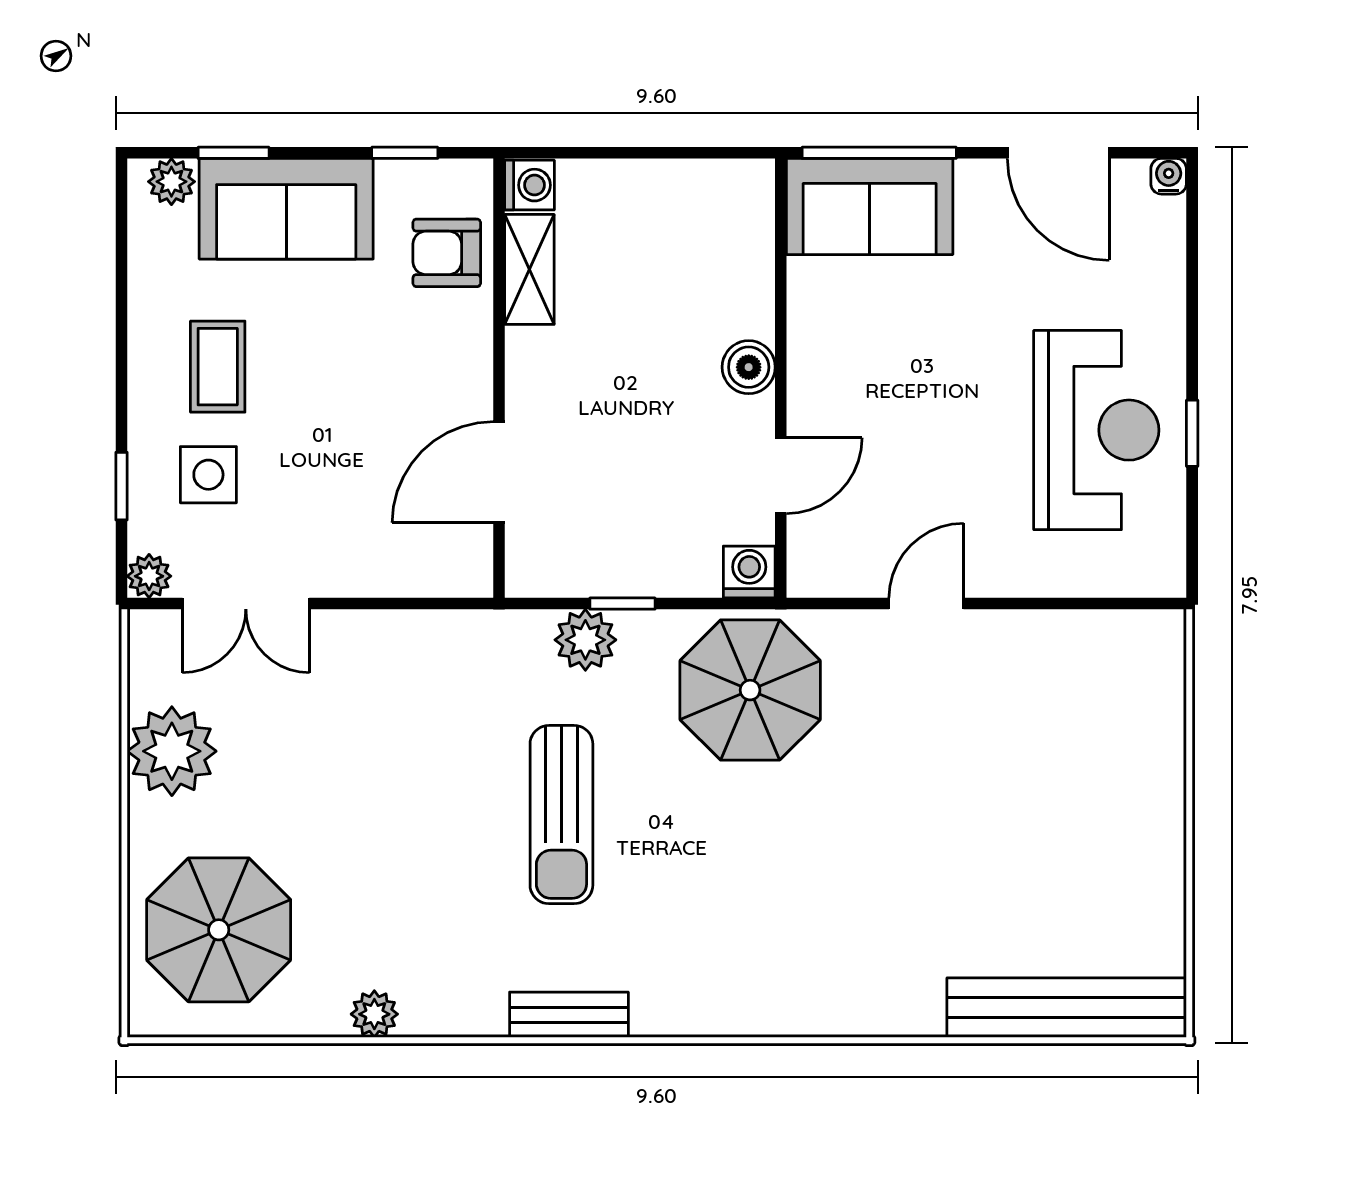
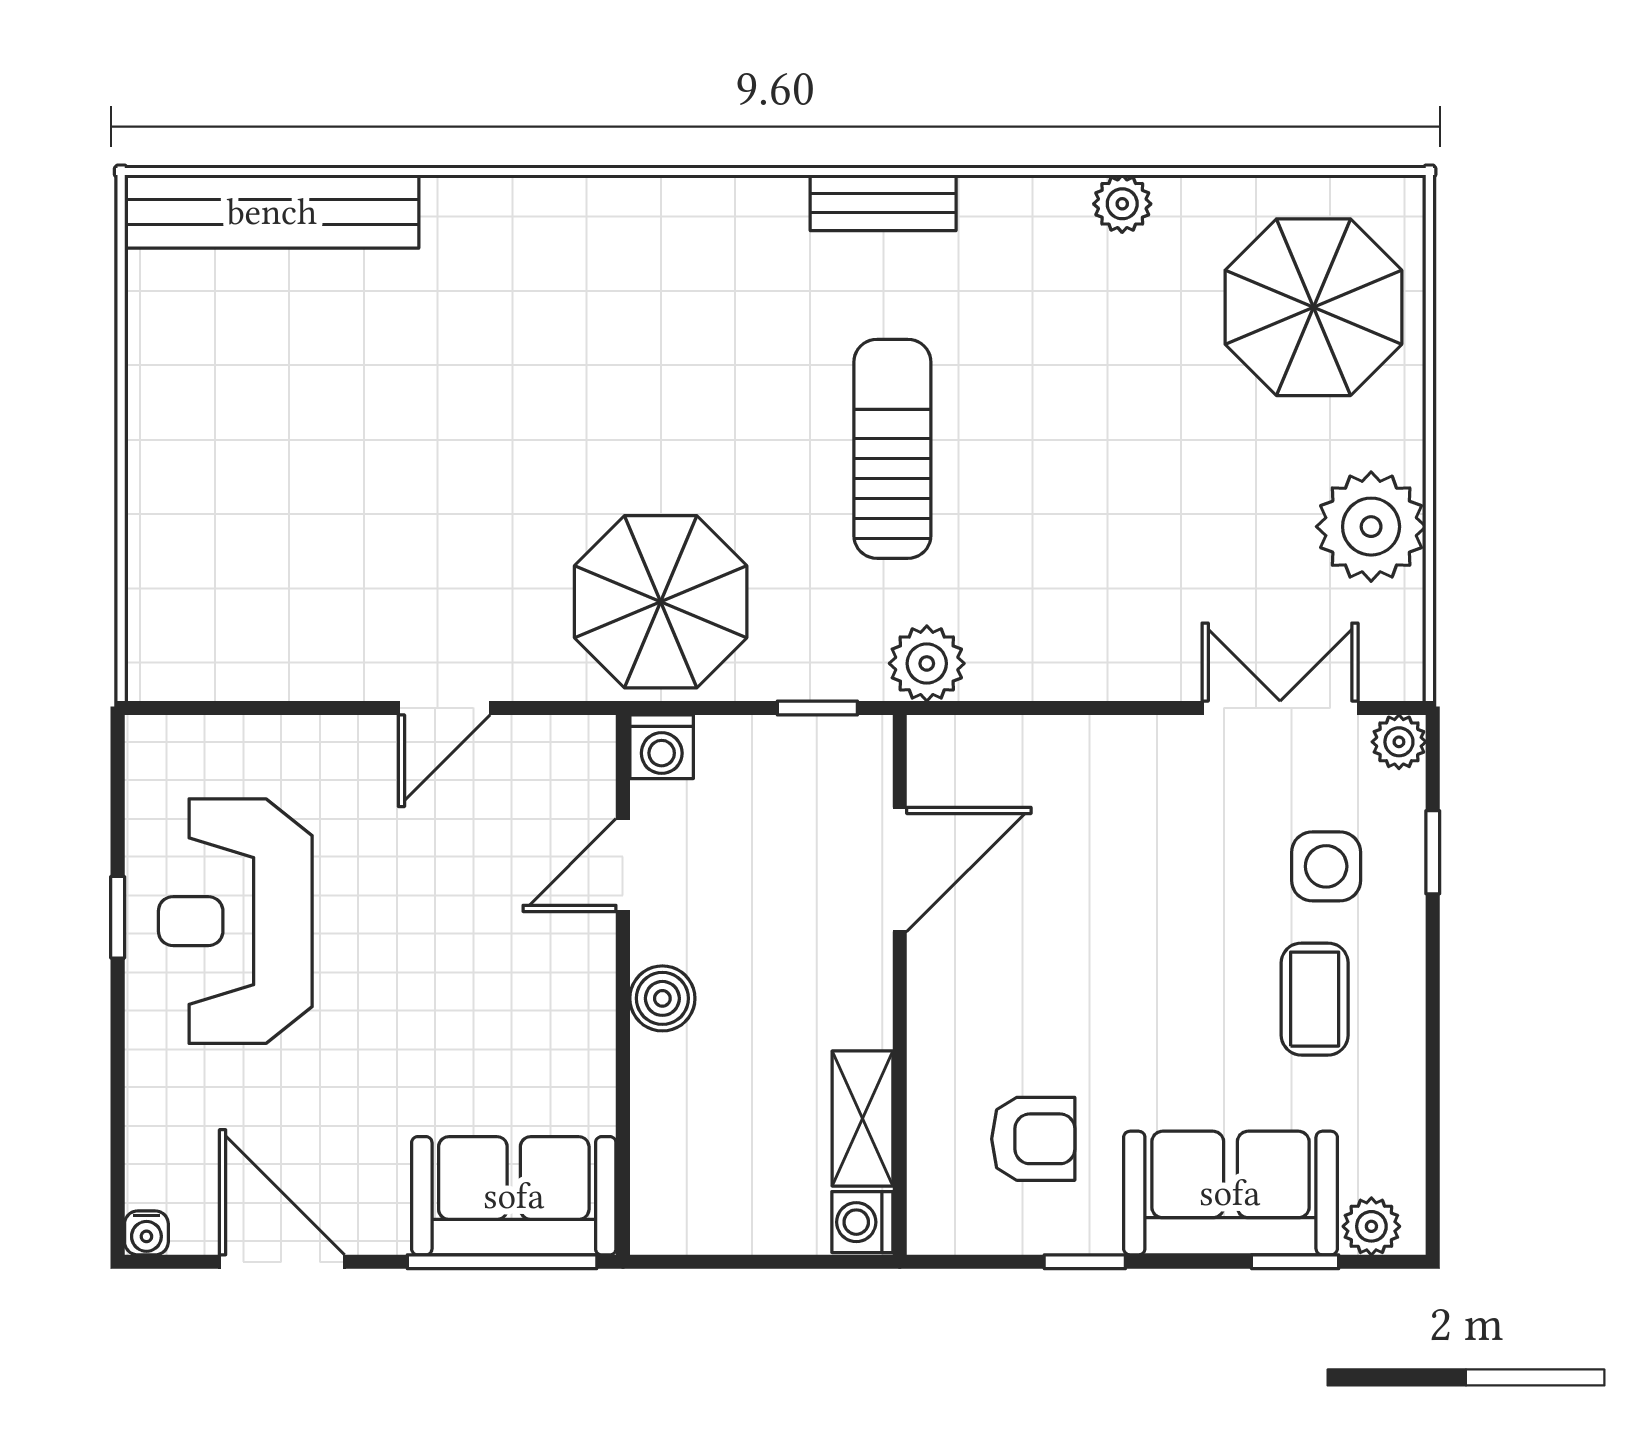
washing machine: (530, 185) -> (862, 1222), moved
shelving: (529, 269) -> (862, 1118), moved
wall: (499, 378) -> (900, 985), moved
door: (499, 472) -> (900, 869), moved
plant: (585, 640) -> (927, 663), moved

